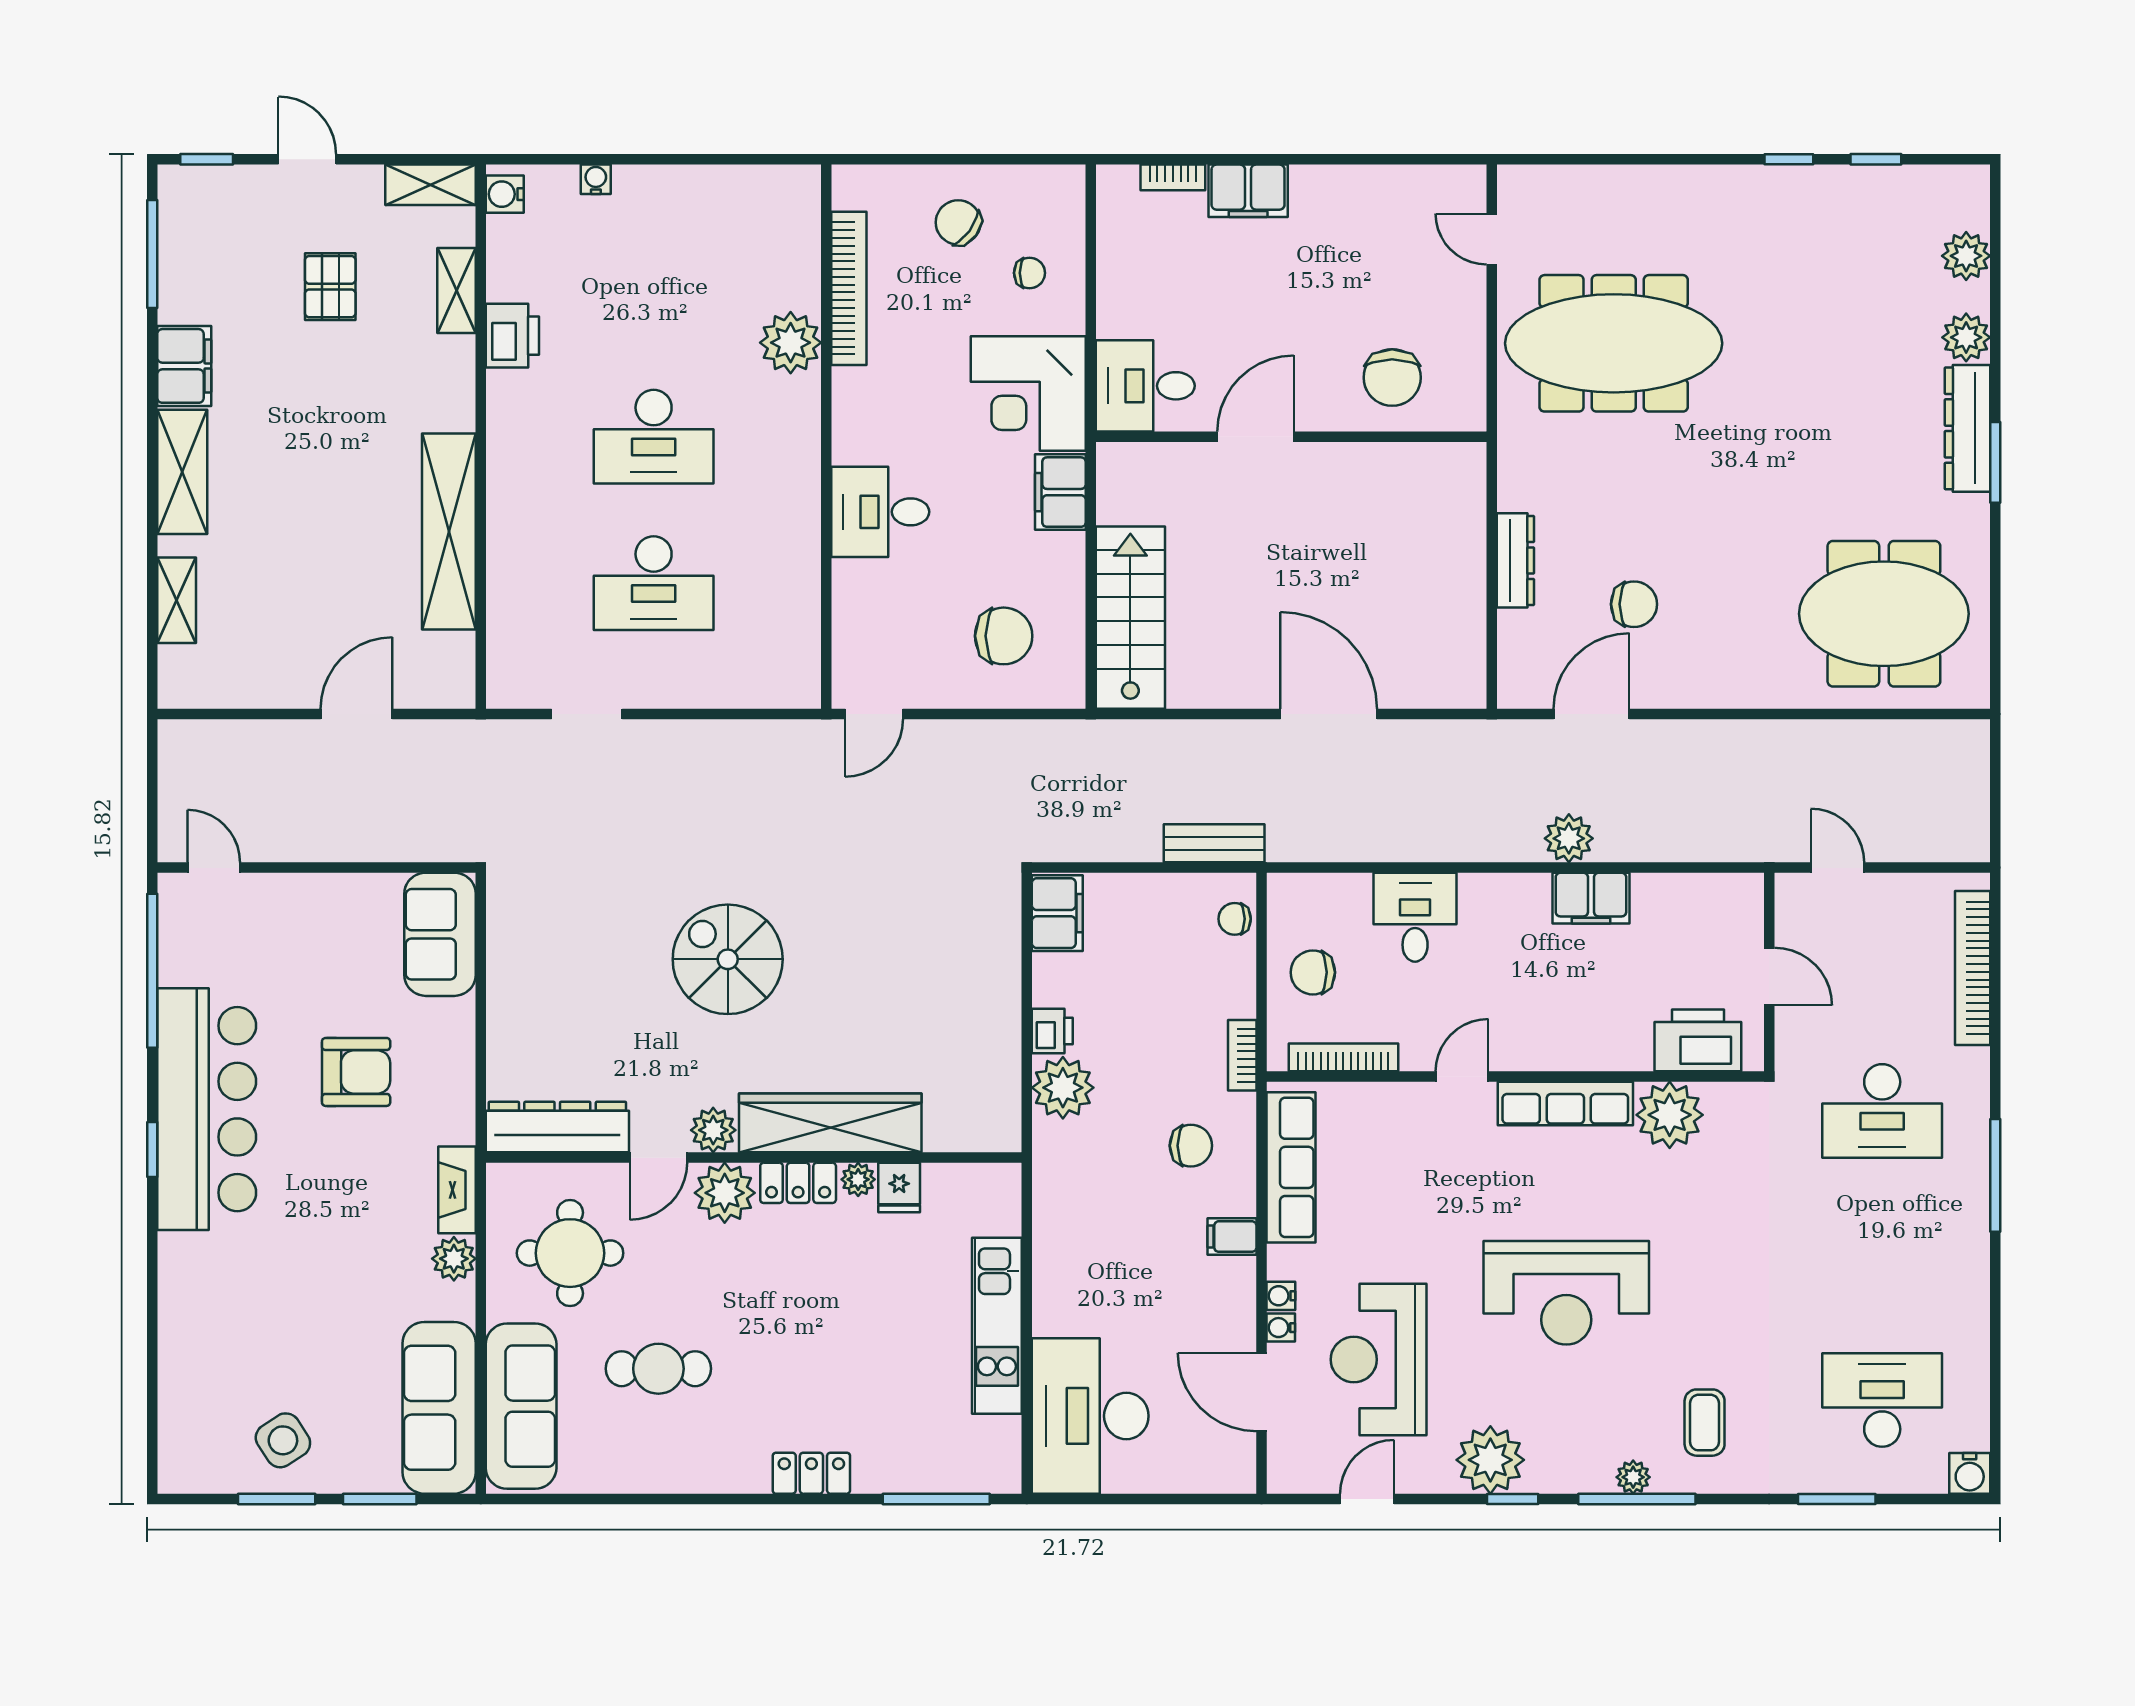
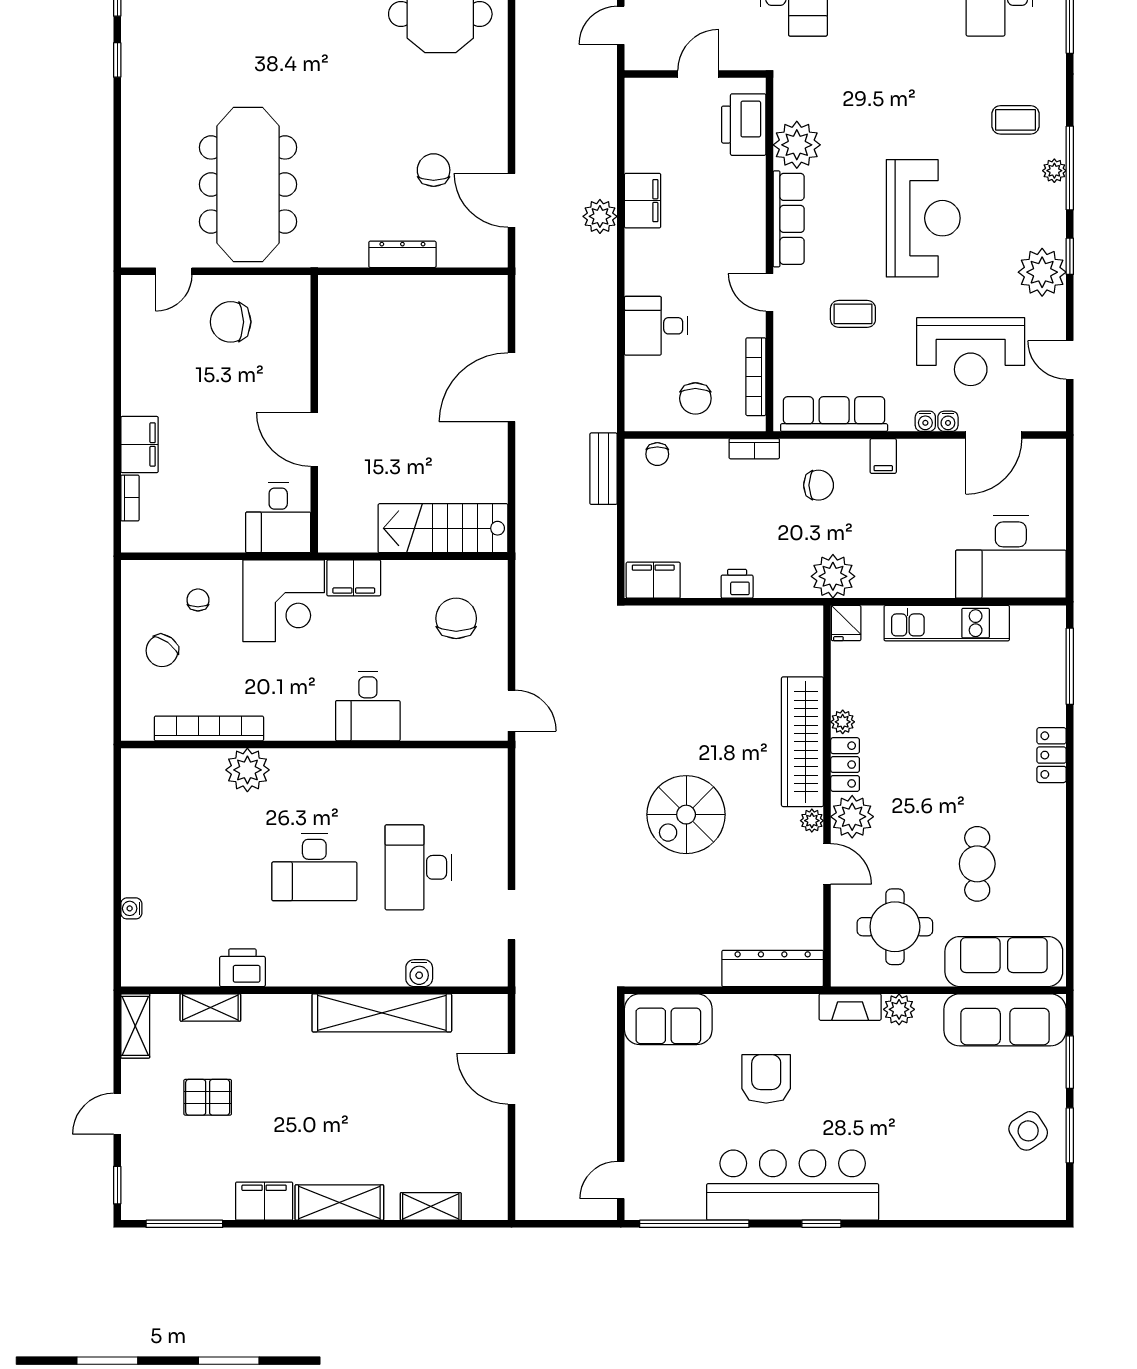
water cooler: (505, 194) -> (419, 973), moved
chair: (1392, 378) -> (231, 322), moved, turned 180
desk: (654, 437) -> (314, 867), turned 90
desk: (654, 583) -> (419, 867), turned 180
plant: (1063, 1088) -> (833, 576), moved
dresser: (557, 1127) -> (773, 968), moved, turned 90
plant: (713, 1130) -> (812, 821), width x0.73, depth x0.73
chair: (1191, 1146) -> (819, 485), turned 90
fridge: (899, 1188) -> (846, 623), moved, turned 90
coffee table: (1432, 1194) -> (853, 314), added

